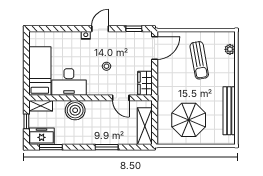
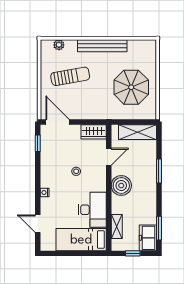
door: (100, 29) -> (38, 224), moved
shelving: (41, 106) -> (117, 226), moved
boiler: (75, 110) -> (121, 186), moved
bench: (229, 111) -> (102, 46), moved

